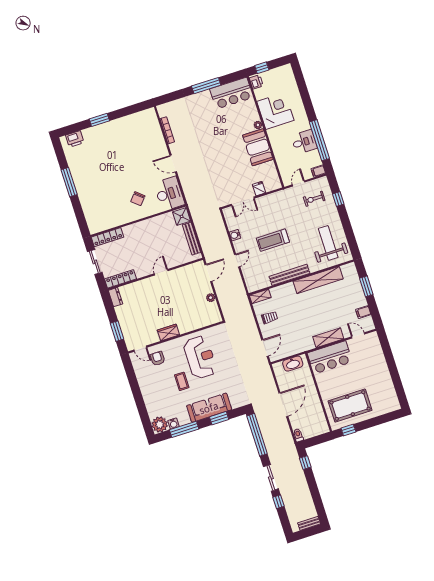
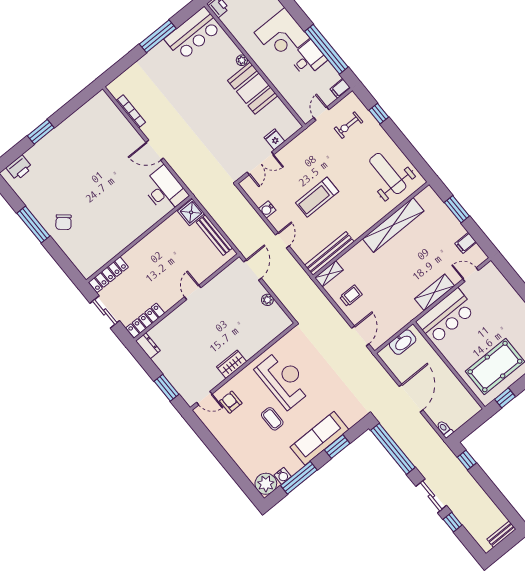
corner desk: (275, 111) -> (282, 35), moved, turned 180
chair: (138, 199) -> (64, 222), moved
bench: (289, 275) -> (329, 253), moved

